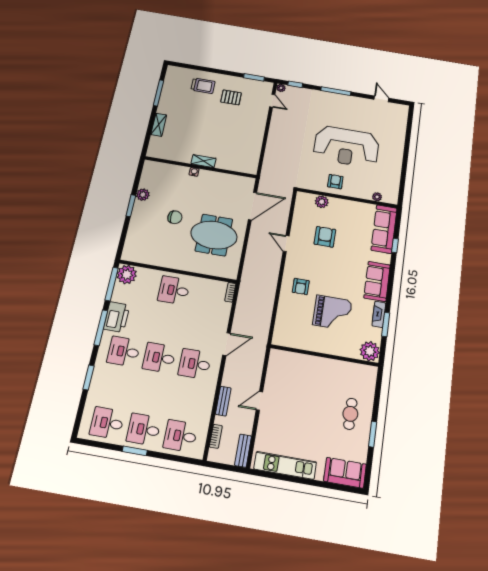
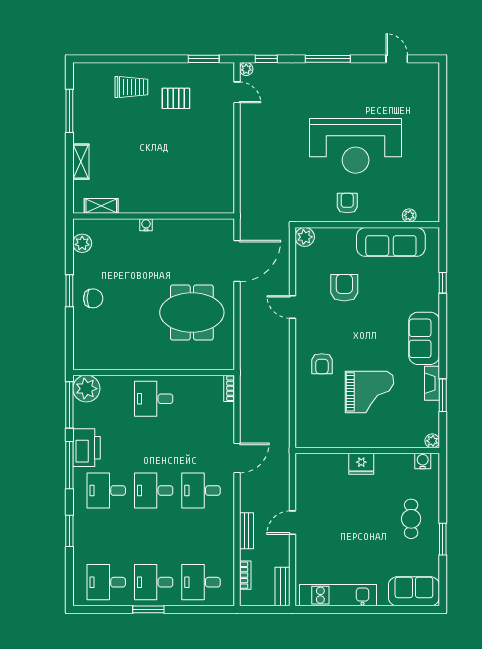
shelving: (204, 161) -> (101, 206), moved
plant: (143, 195) -> (82, 243), moved
plant: (322, 202) -> (305, 237), moved
chair: (175, 217) -> (93, 298), moved
sofa: (384, 229) -> (391, 242), moved, turned -90
plant: (370, 351) -> (432, 441), width x0.53, depth x0.53
fridge: (319, 365) -> (361, 464), added
water cooler: (365, 371) -> (423, 461), added

